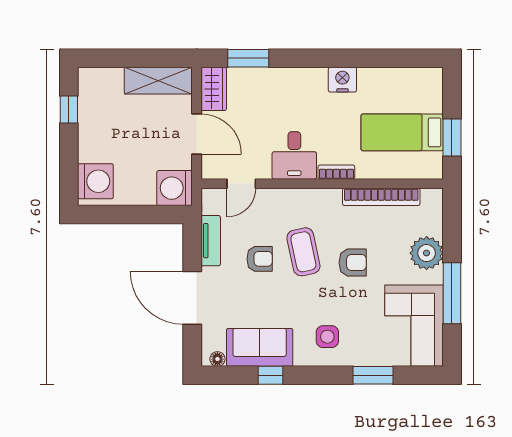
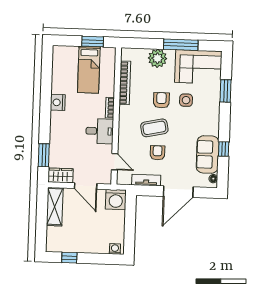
door: (197, 134) -> (86, 186), swing flipped
washing machine: (95, 181) -> (115, 249), width x0.53, depth x0.53
side table: (327, 337) -> (186, 100), moved

